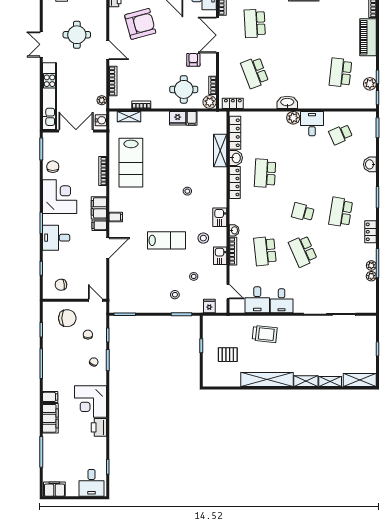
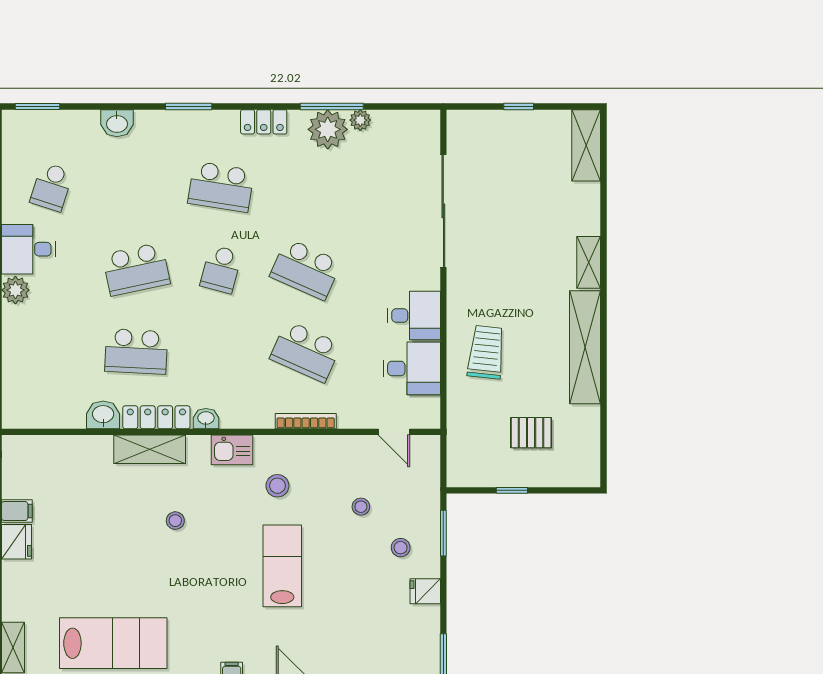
locker: (235, 133) -> (48, 417), removed
school desk: (341, 134) -> (52, 187), turned 42
shelving: (220, 151) -> (150, 449), moved
school desk: (303, 173) -> (136, 269), added
washbasin: (234, 230) -> (206, 419), moved
school desk: (265, 251) -> (306, 351), turned 30
school desk: (303, 251) -> (306, 269), turned 48
kitchen sink: (220, 256) -> (316, 449), removed
plant: (371, 265) -> (328, 129), width x1.88, depth x1.88
door: (228, 292) -> (394, 432), swing flipped
fridge: (209, 306) -> (425, 591), moved
pallet: (228, 355) -> (531, 433), turned 90
shelving: (330, 381) -> (589, 210), removed

